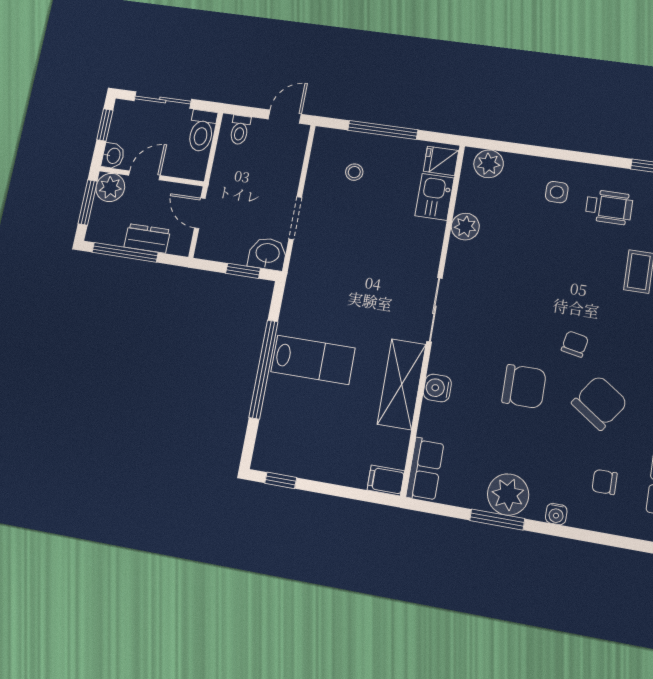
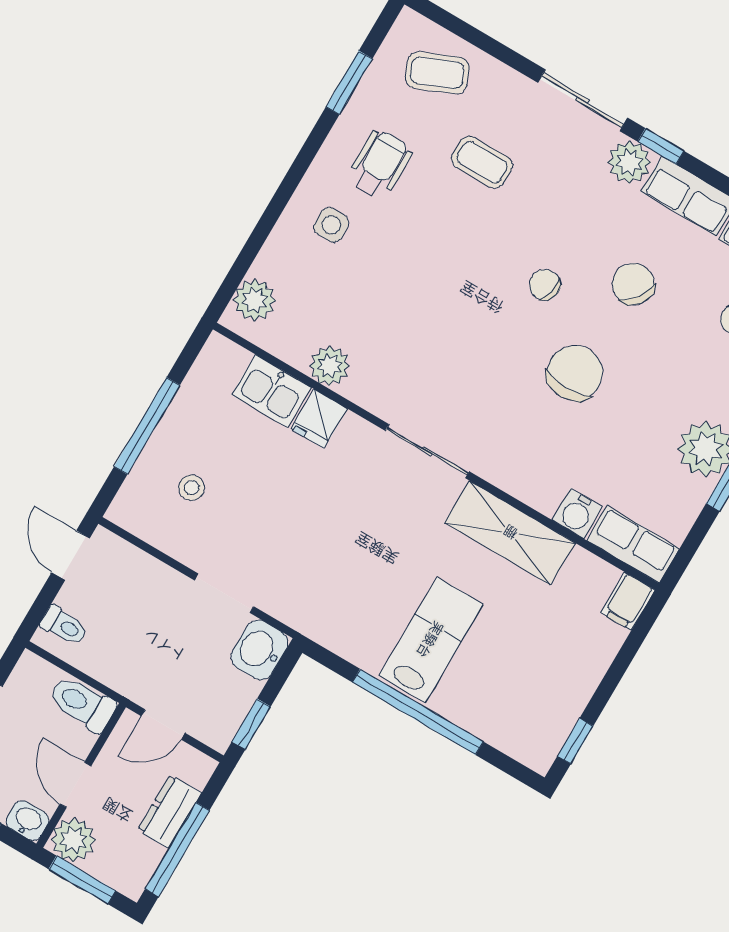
toilet: (202, 131) -> (82, 704), moved, turned 180
fridge: (441, 161) -> (319, 419), moved
window: (243, 271) -> (251, 724), moved
water cooler: (437, 388) -> (577, 513), moved
chair: (600, 403) -> (633, 284), width x0.73, depth x0.73

